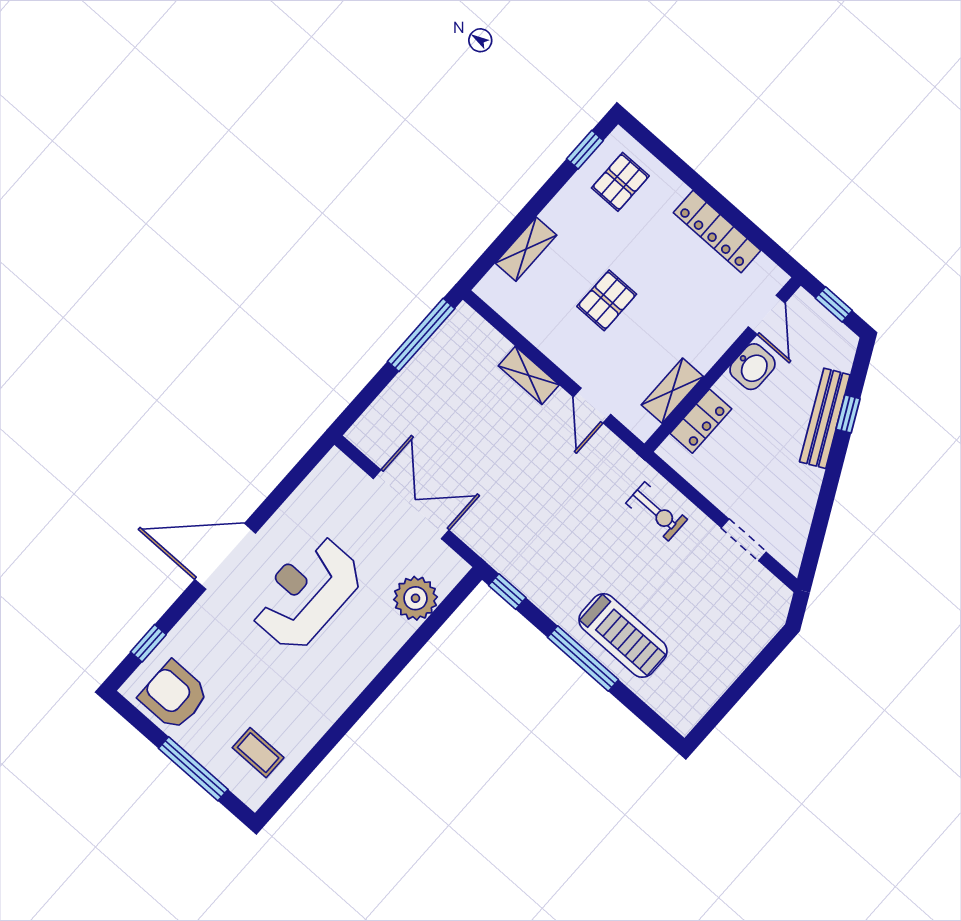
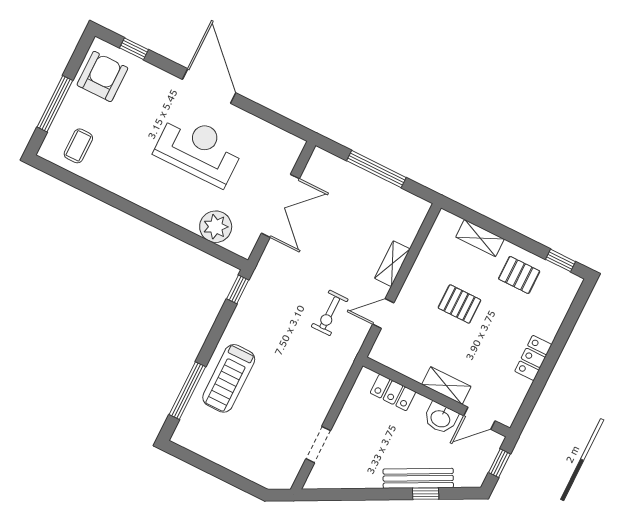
pallet: (620, 182) -> (519, 275), moved
locker: (717, 232) -> (533, 358), width x0.66
window: (421, 335) -> (376, 169), moved
shelving: (672, 391) -> (446, 385), moved
exercise bike: (657, 511) -> (330, 313), moved
window: (583, 658) -> (187, 391), moved

